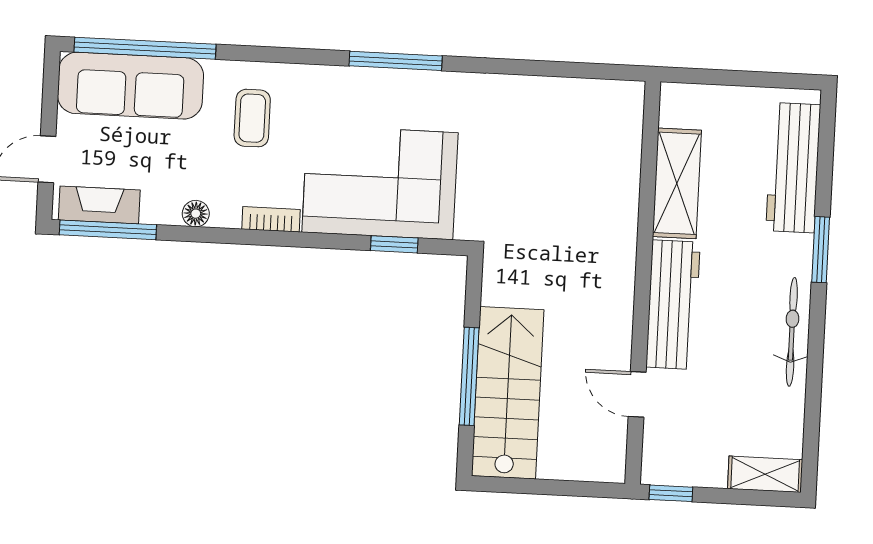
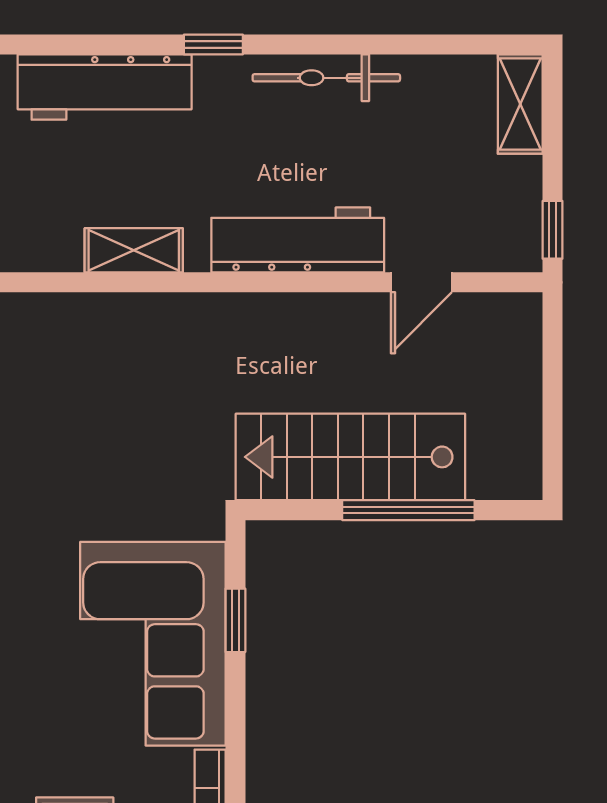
shelving: (677, 183) -> (134, 250), width x0.67, depth x0.75
window: (821, 250) -> (213, 44), width x0.67
stairs: (508, 393) -> (350, 457), moved

